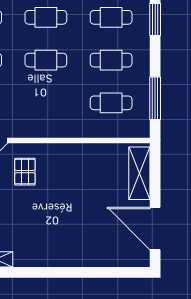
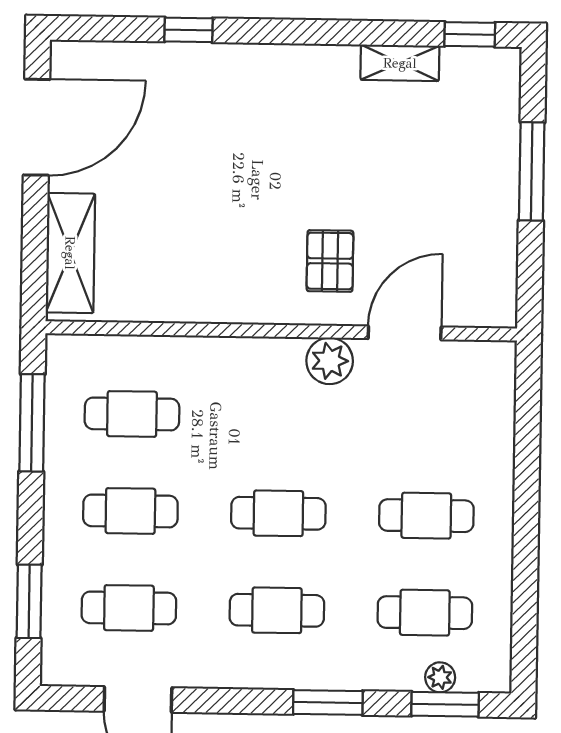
plant: (24, 128) -> (330, 361), added
door: (155, 228) -> (37, 127), hinge flipped
window: (89, 272) -> (189, 30), added

